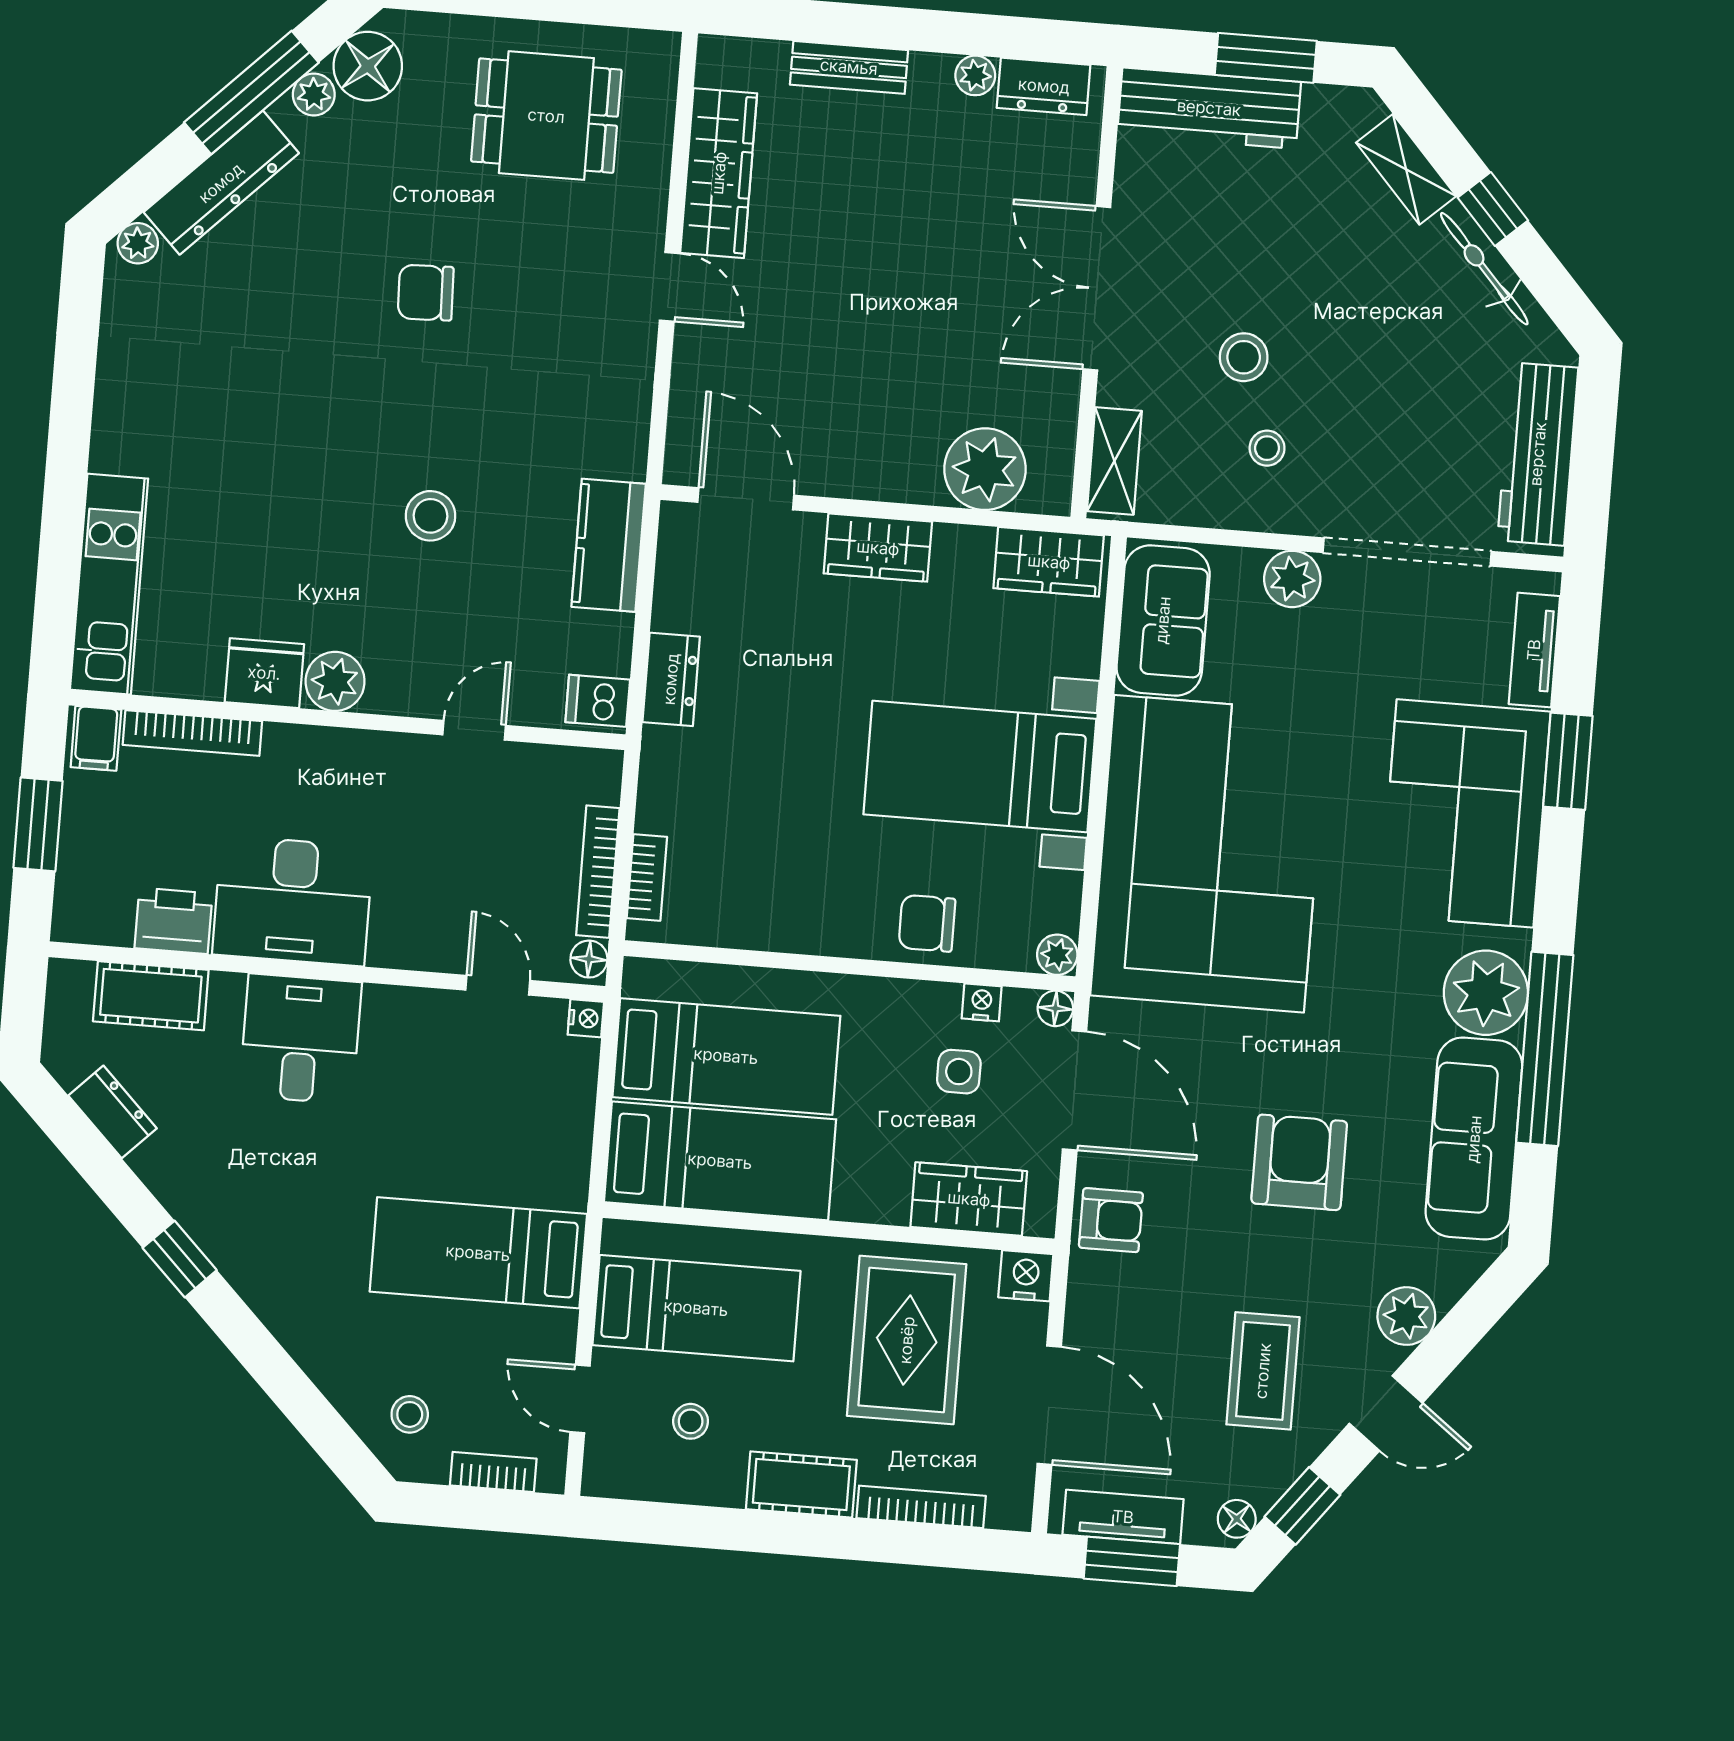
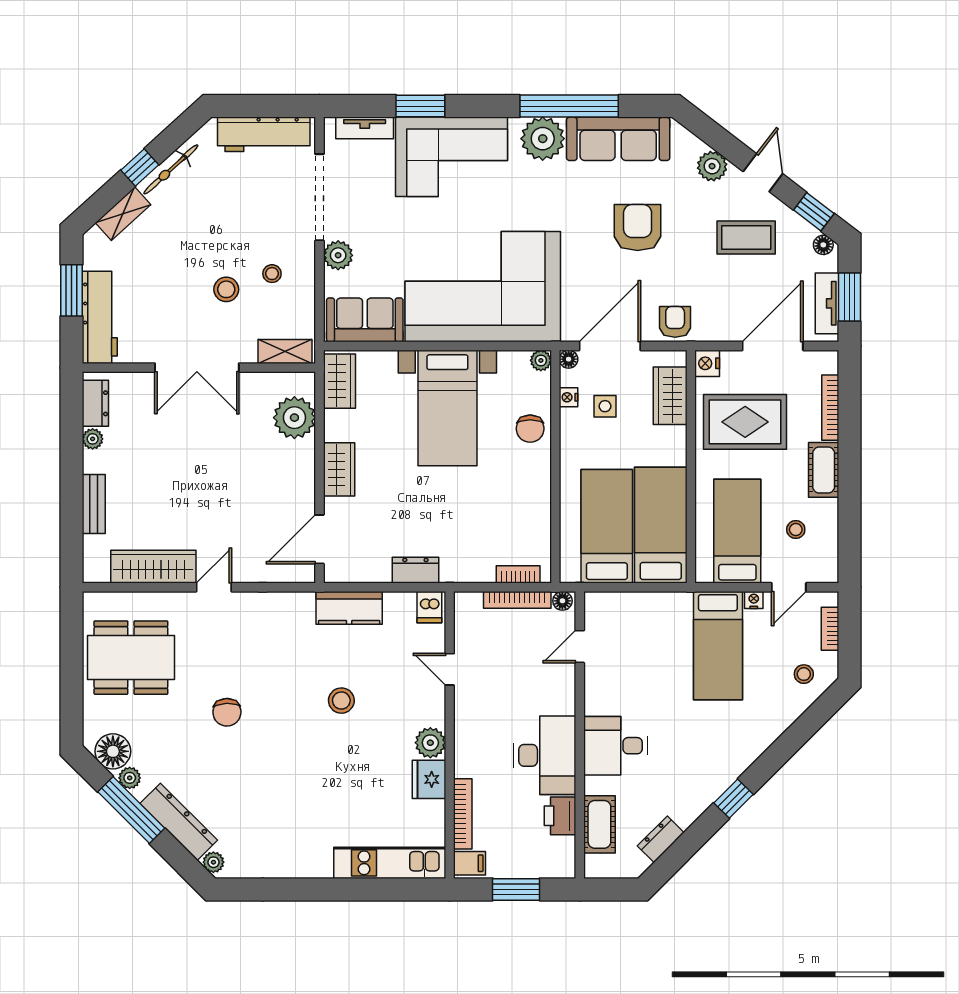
dining table: (546, 116) -> (131, 658), width x1.38
nightstand: (586, 1018) -> (754, 600), moved
armchair: (1299, 1162) -> (638, 228), turned 90

